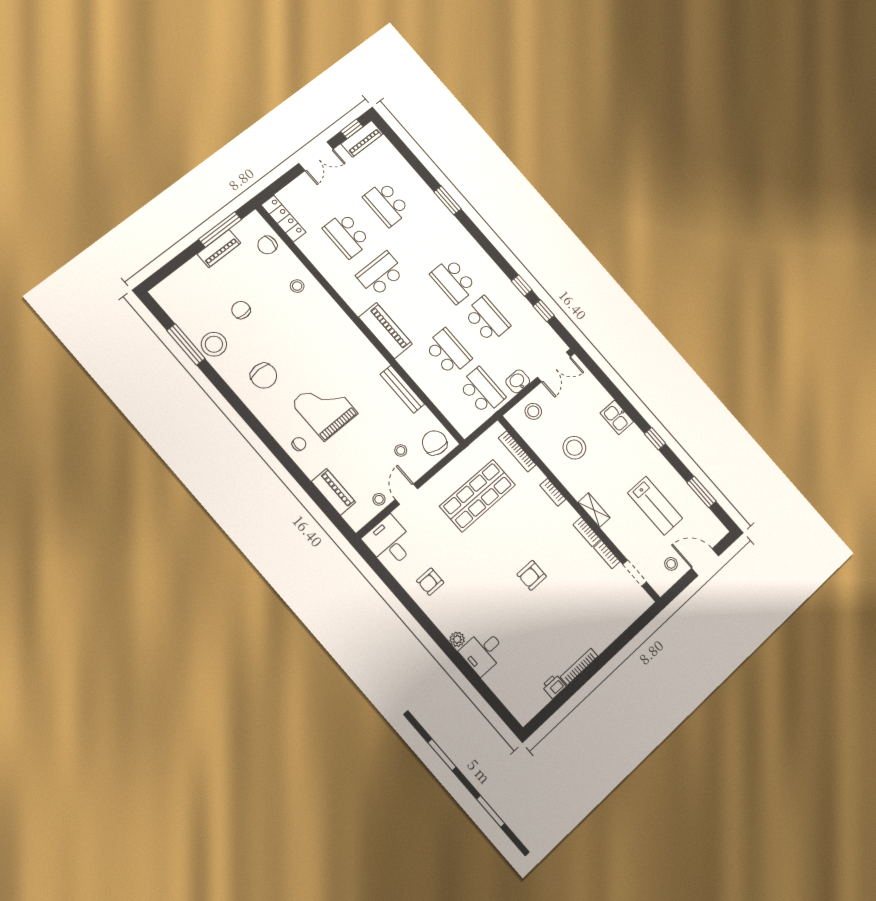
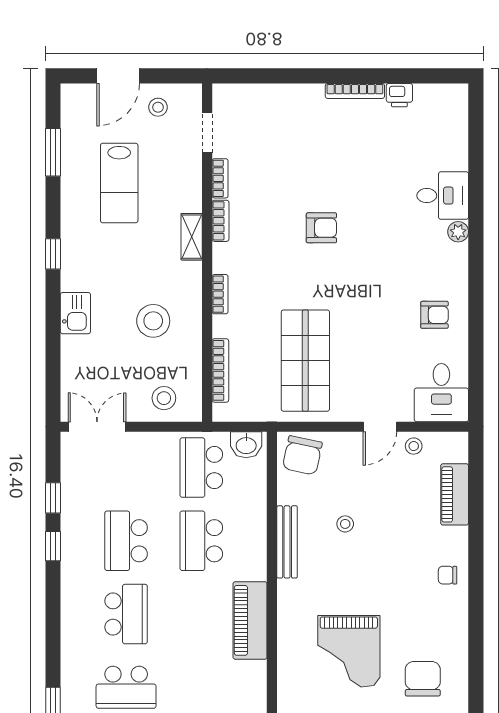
school desk: (380, 274) -> (126, 687), moved
washbasin: (518, 381) -> (246, 445), moved
grand piano: (325, 408) -> (349, 651), moved
stool: (401, 450) -> (345, 524), moved
shop shelf: (477, 496) -> (305, 361), turned 90
lab bench: (655, 506) -> (119, 183), turned 180
door: (705, 562) -> (118, 76), hinge flipped

